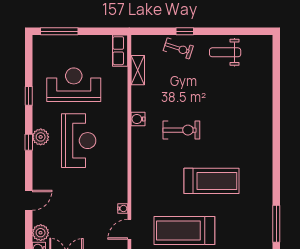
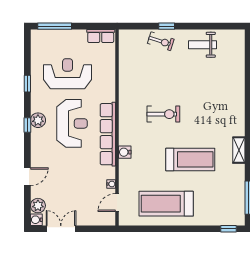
row of seats: (120, 51) -> (101, 36), moved, turned -90
shelving: (138, 70) -> (239, 150), moved
water cooler: (138, 119) -> (125, 152), moved
row of seats: (119, 153) -> (108, 134), added

